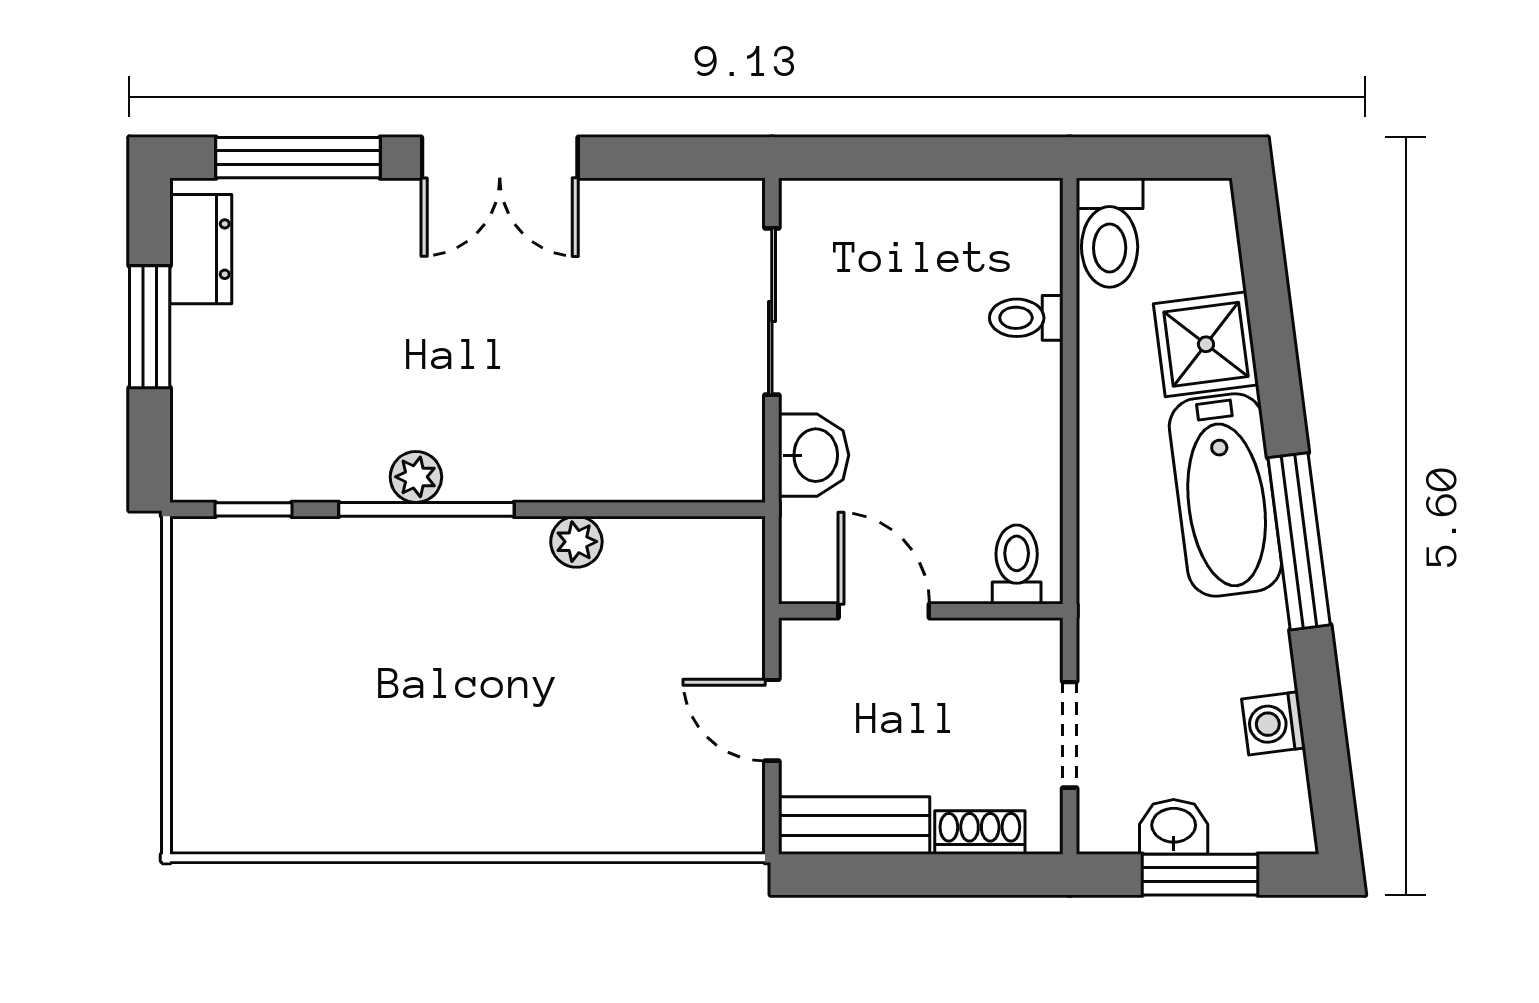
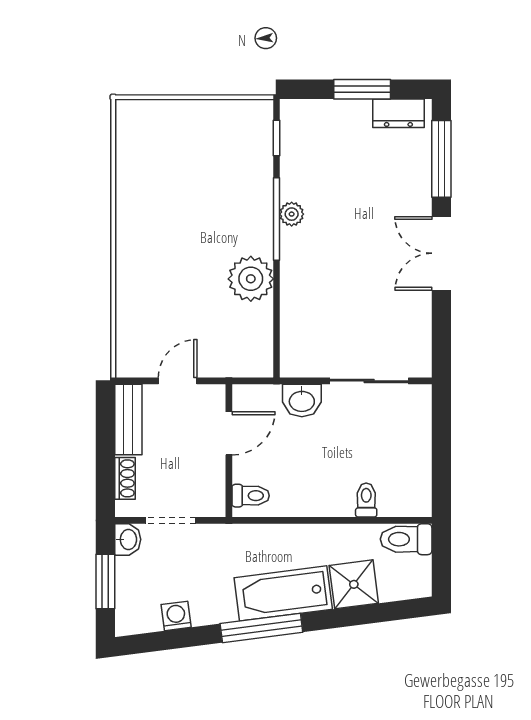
plant: (576, 542) -> (251, 279), width x1.87, depth x1.87
washbasin: (1174, 827) -> (128, 539), moved

